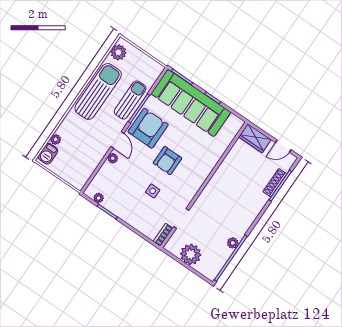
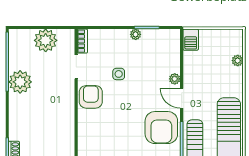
barbecue: (48, 154) -> (191, 40), moved, turned 180
armchair: (167, 161) -> (91, 97), moved
plant: (99, 198) -> (136, 34), moved
plant: (233, 243) -> (20, 82), width x1.88, depth x1.88

